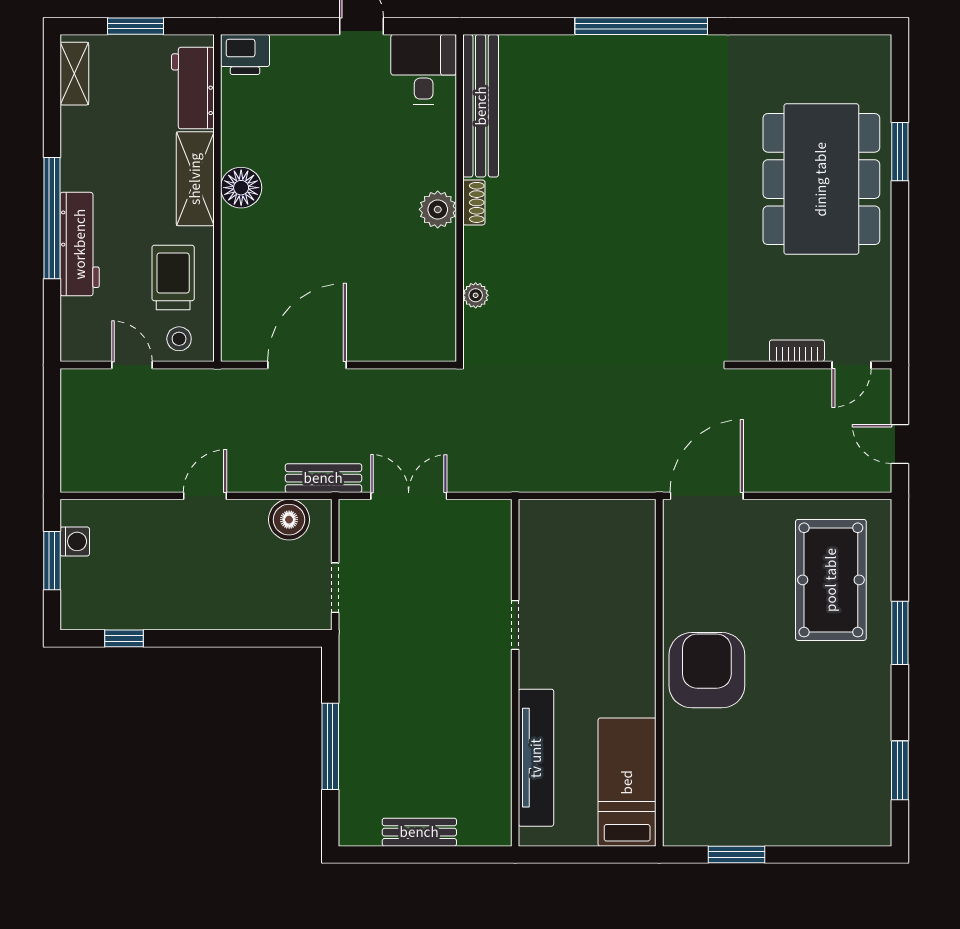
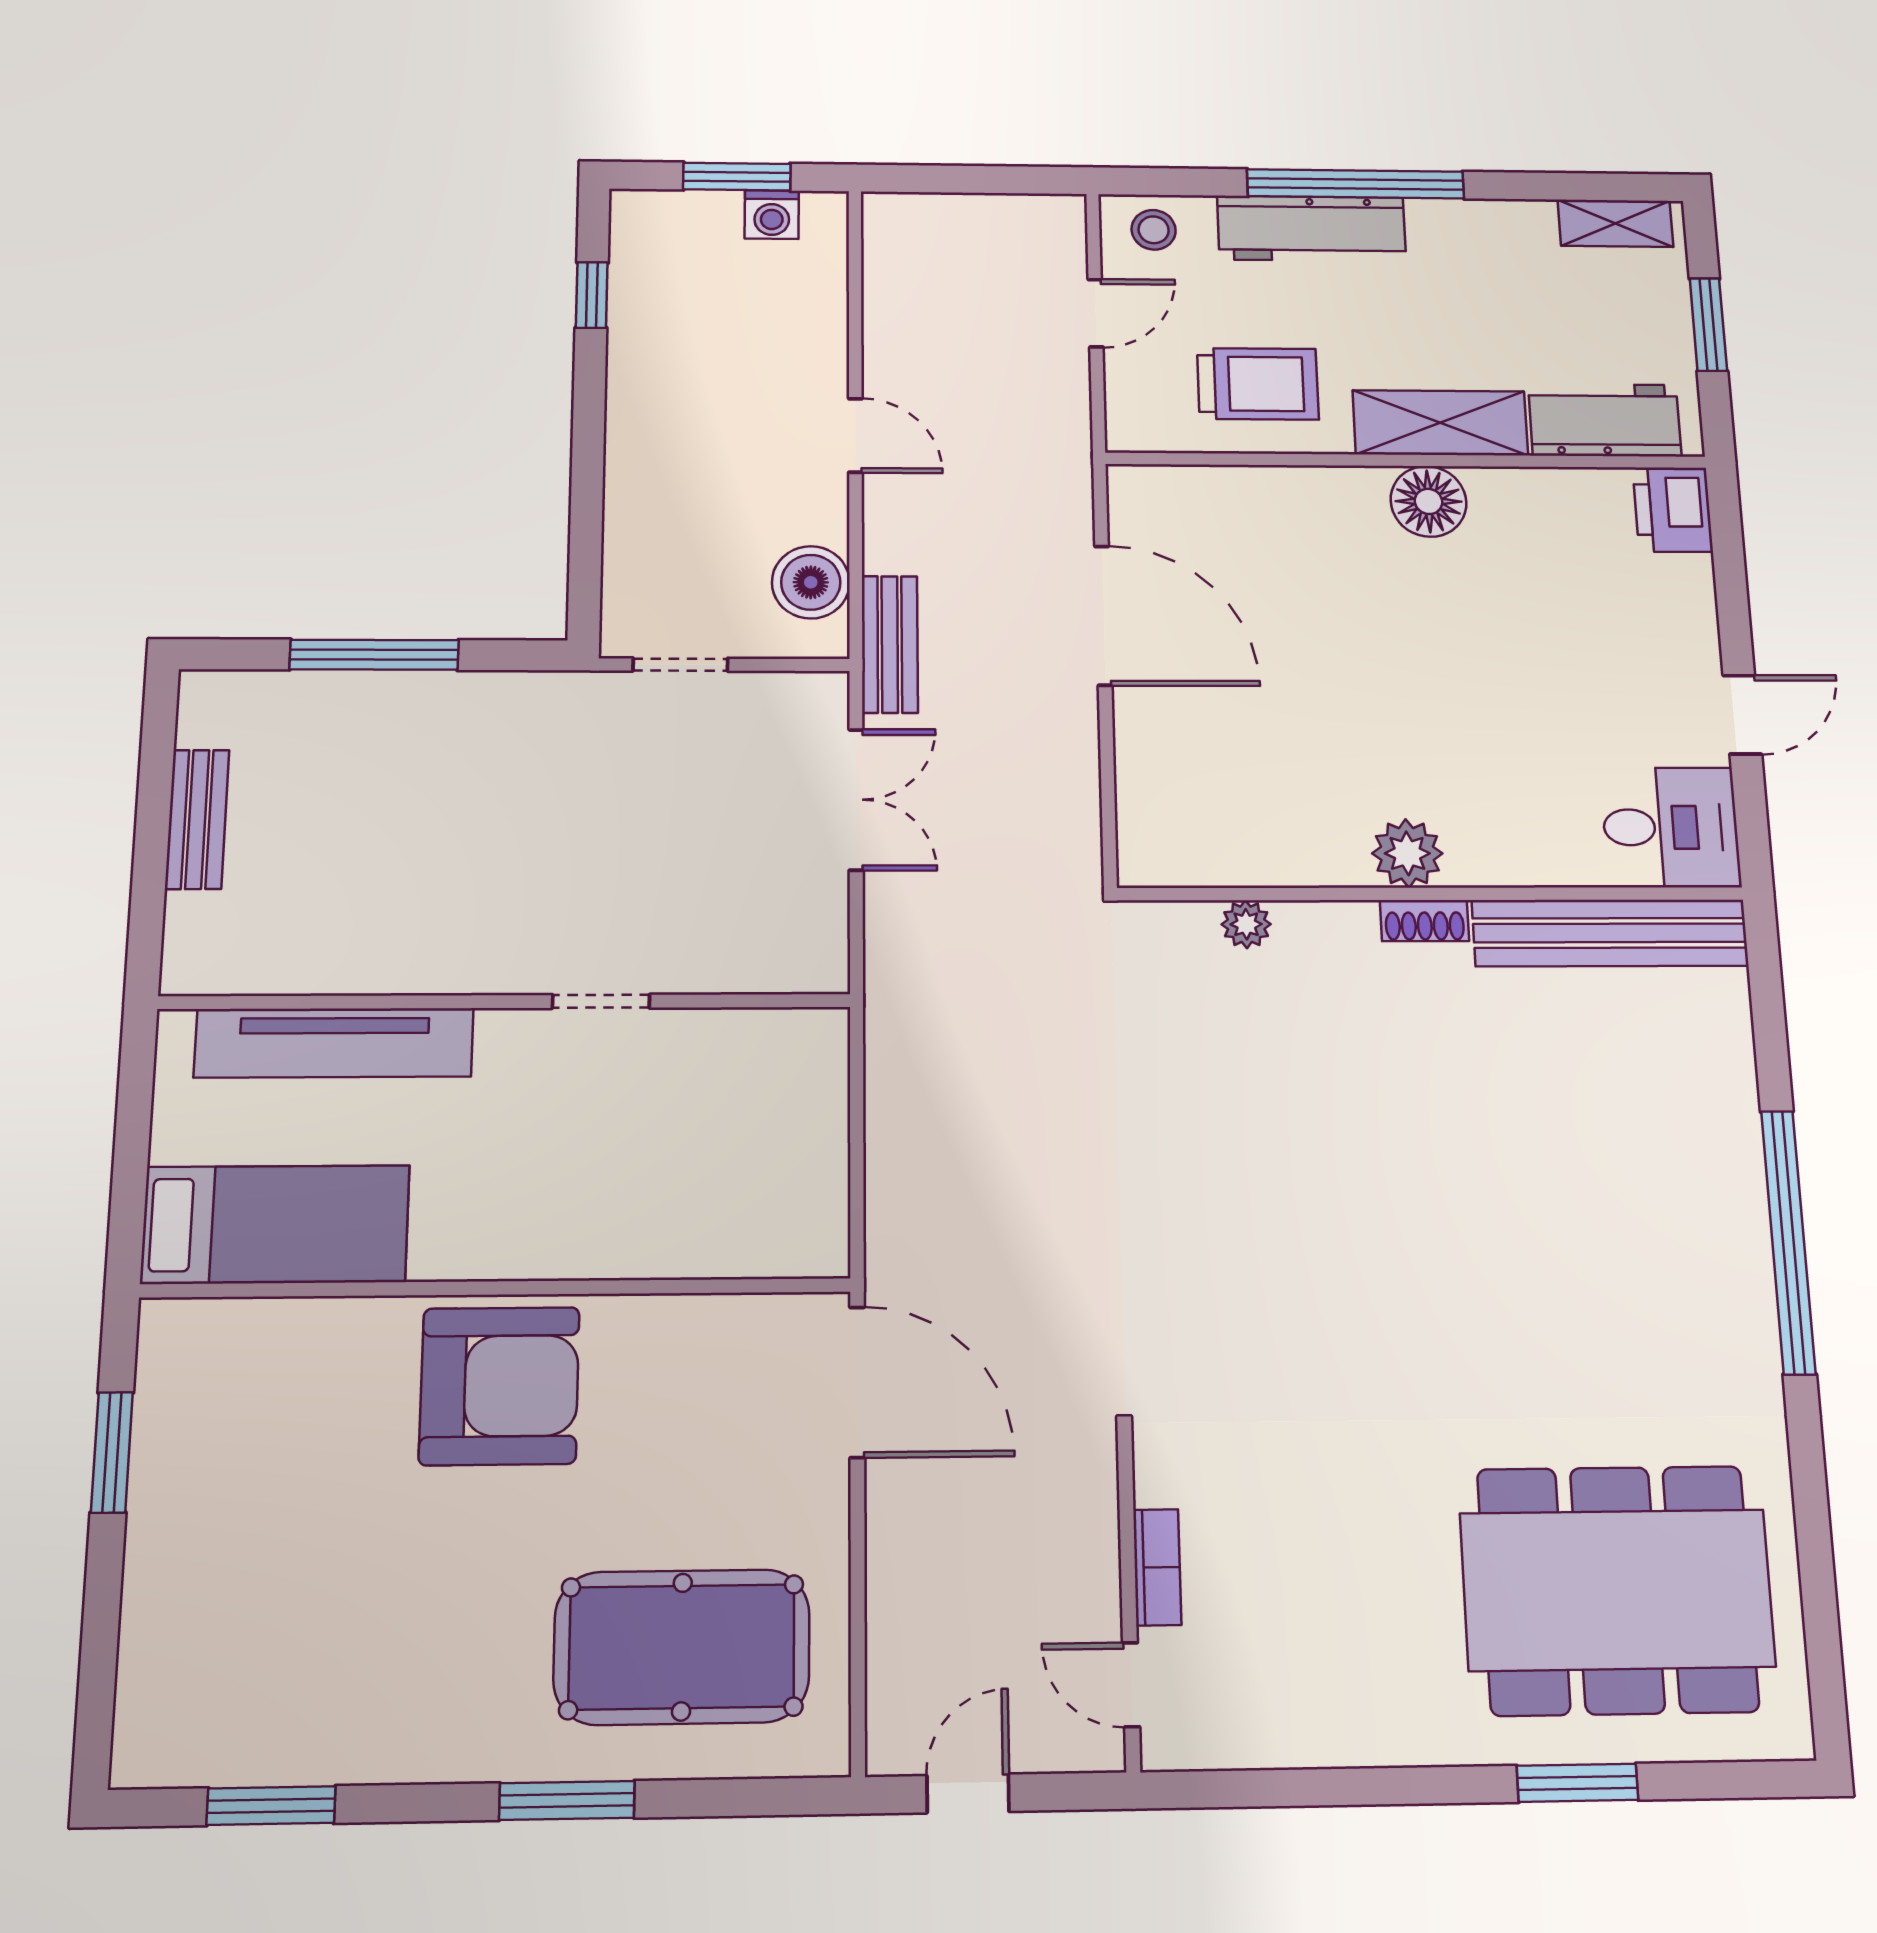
dining table: (821, 179) -> (1617, 1590), moved
stool: (179, 339) -> (1154, 230), moved

